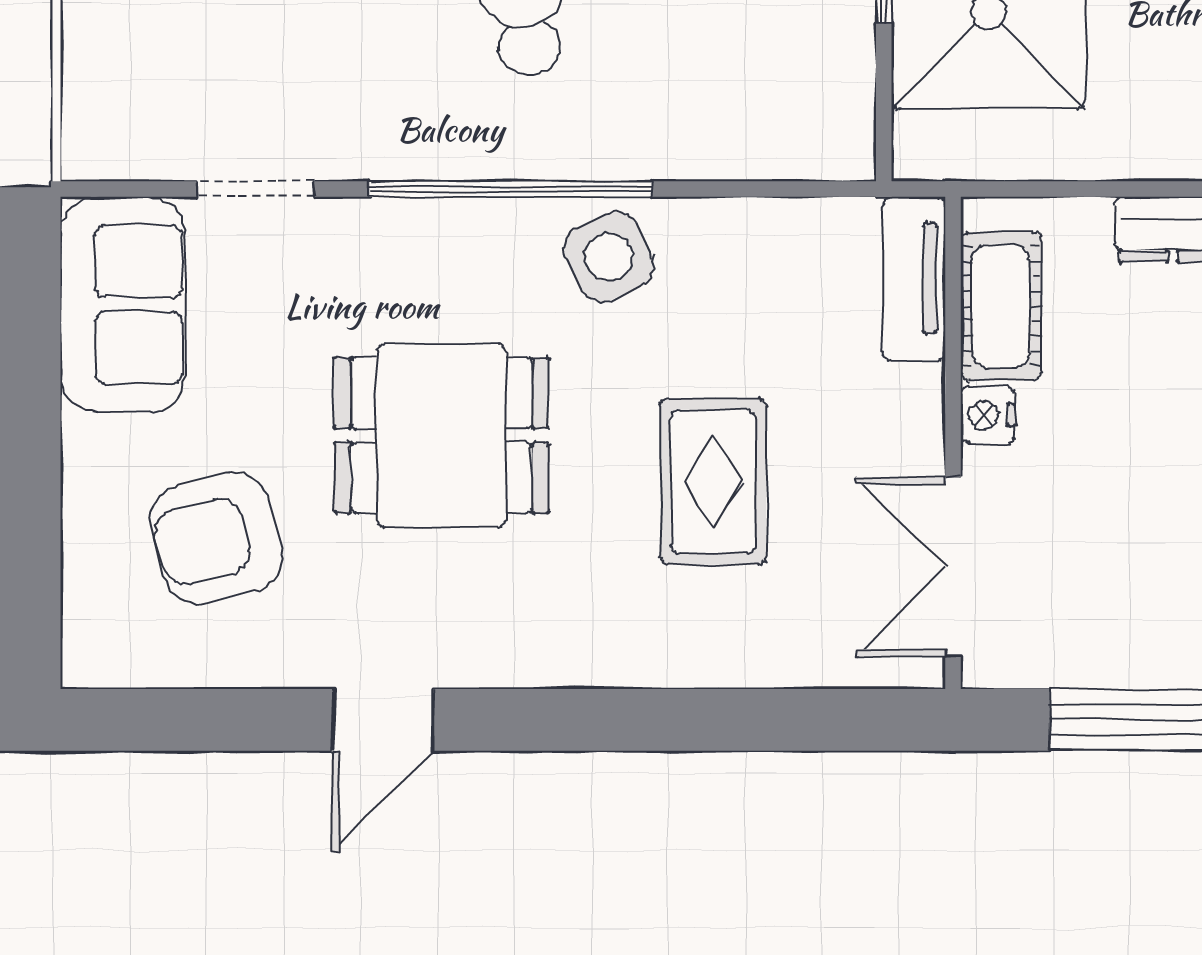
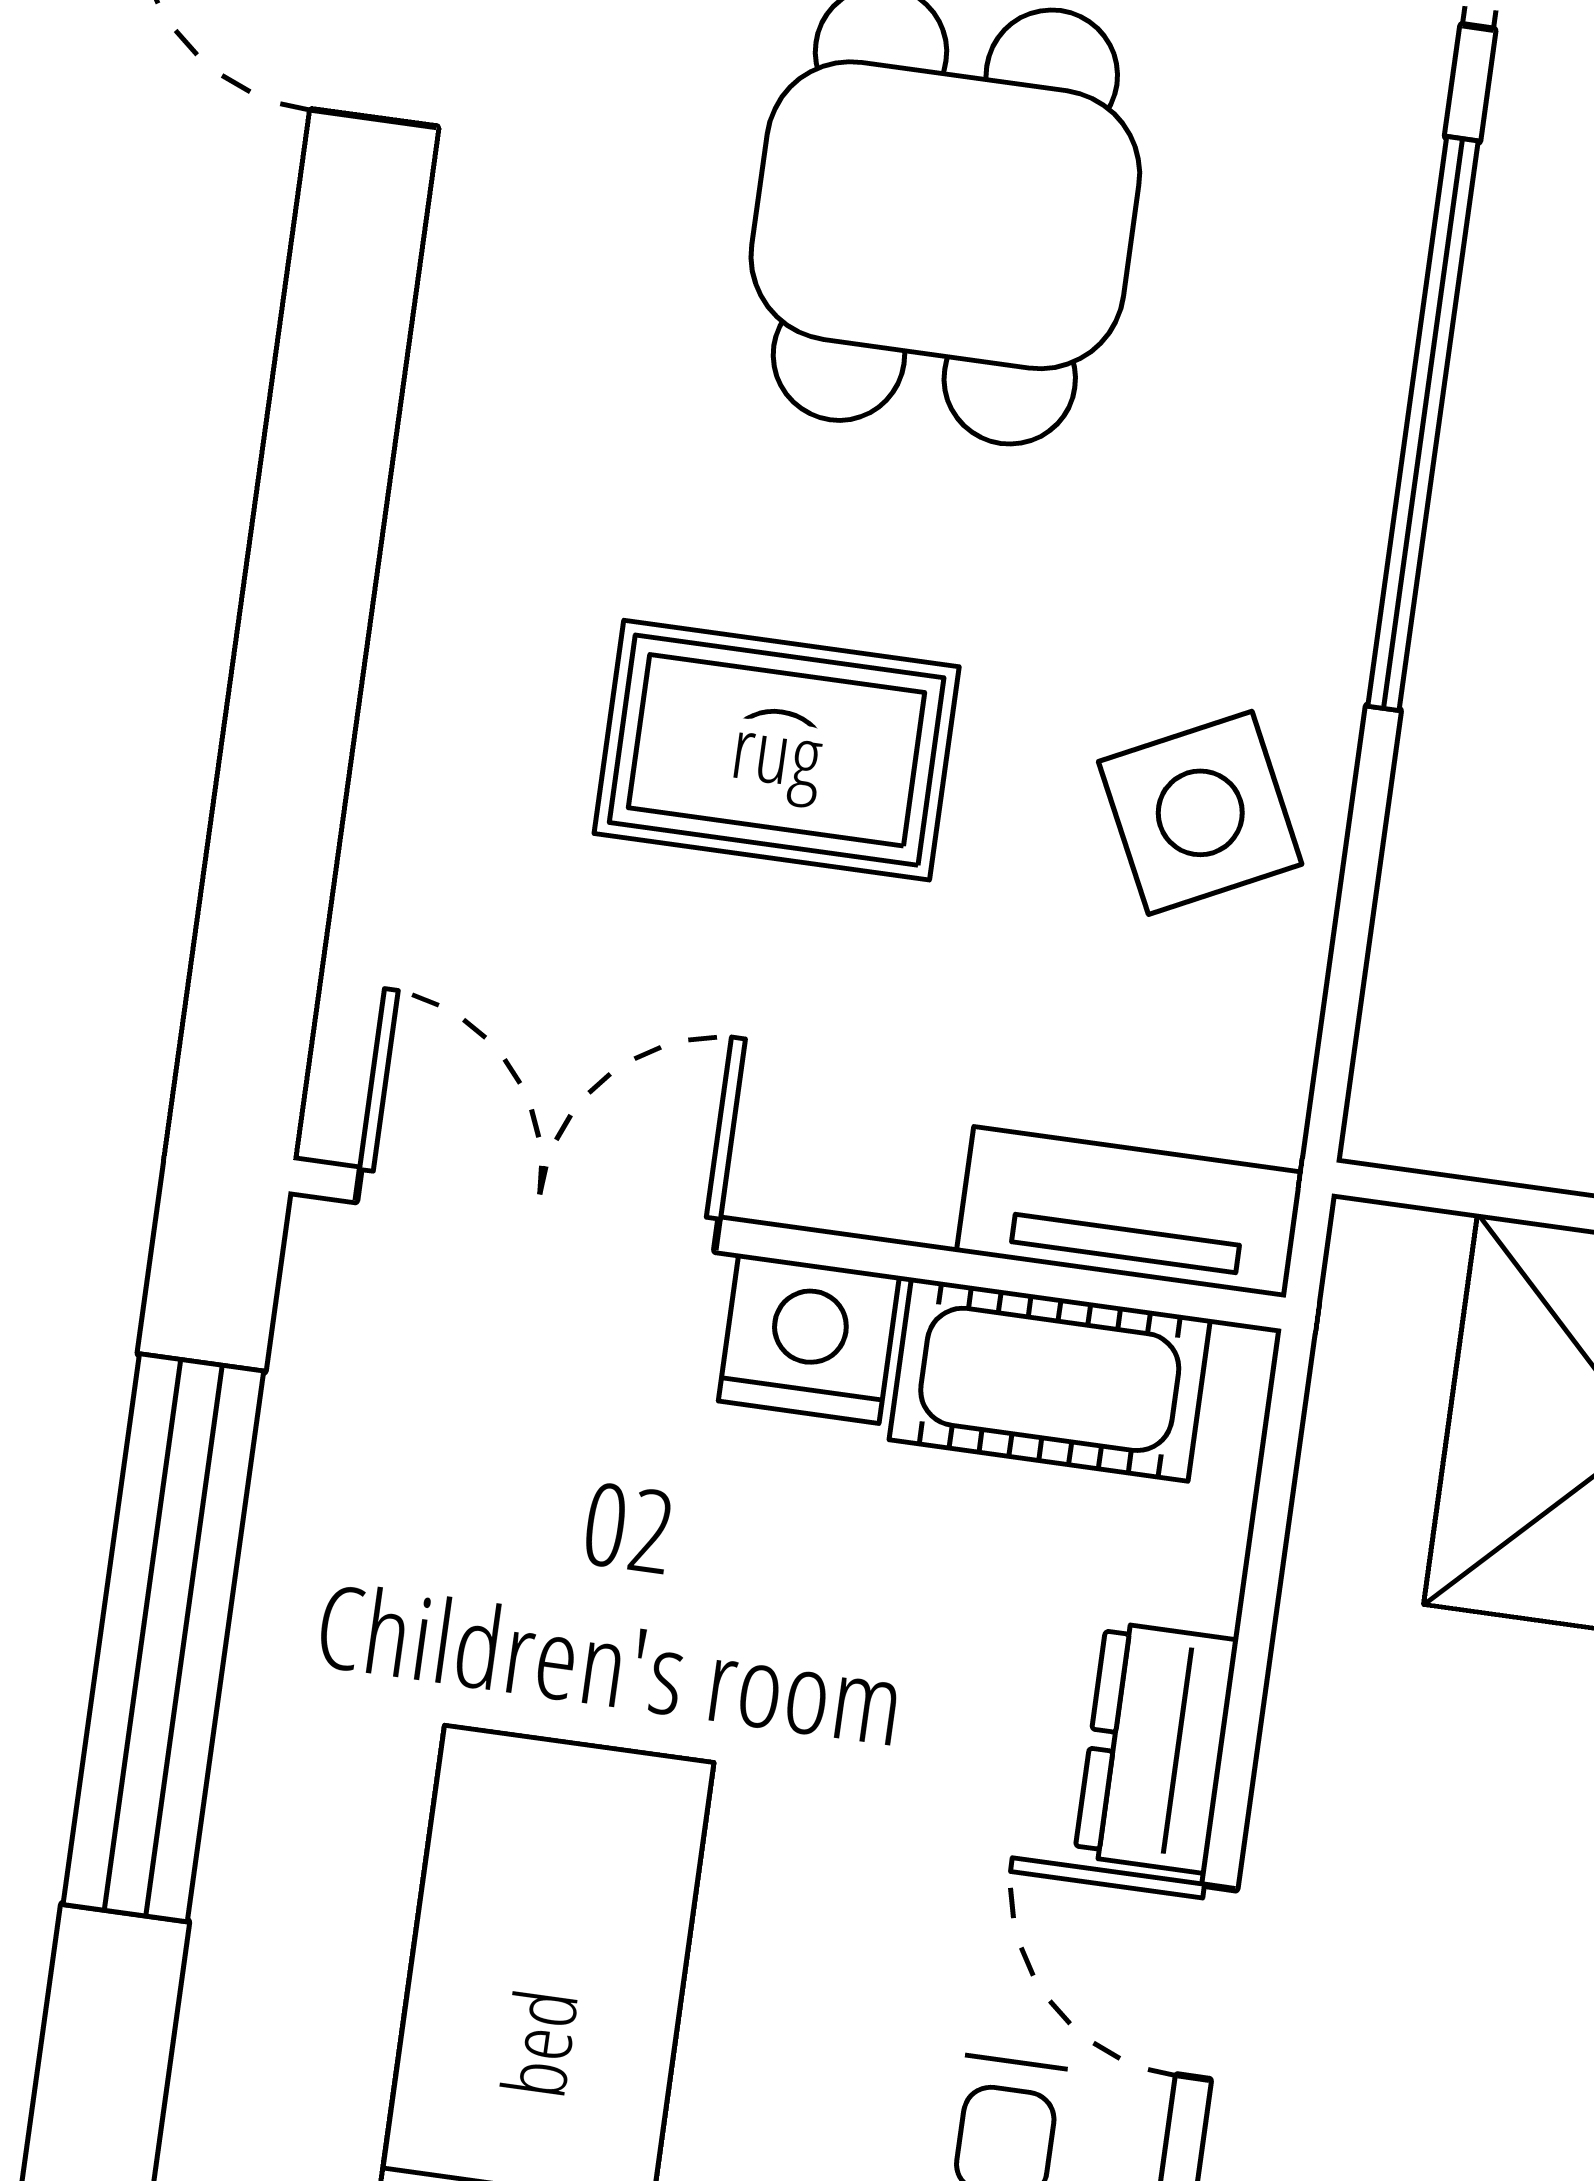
side table: (609, 257) -> (1200, 813), moved
nightstand: (988, 415) -> (809, 1339), width x1.39, depth x1.35

